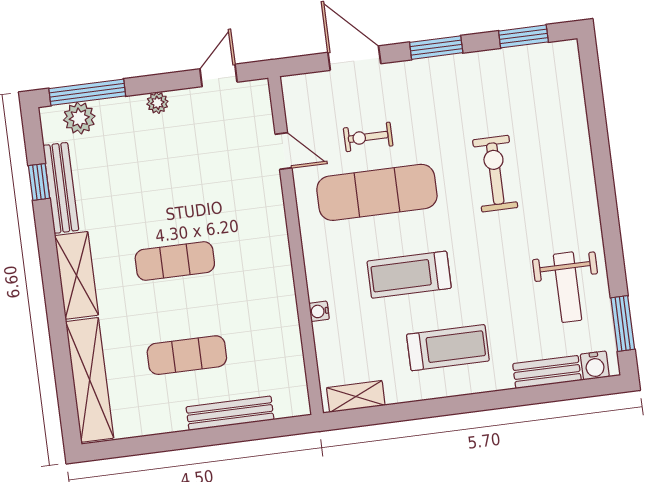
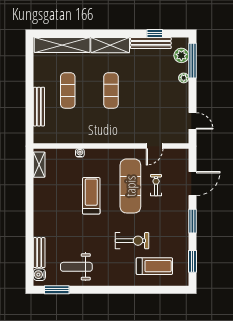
plant: (157, 103) -> (184, 78), moved
treadmill: (448, 348) -> (154, 266), moved, turned -90

